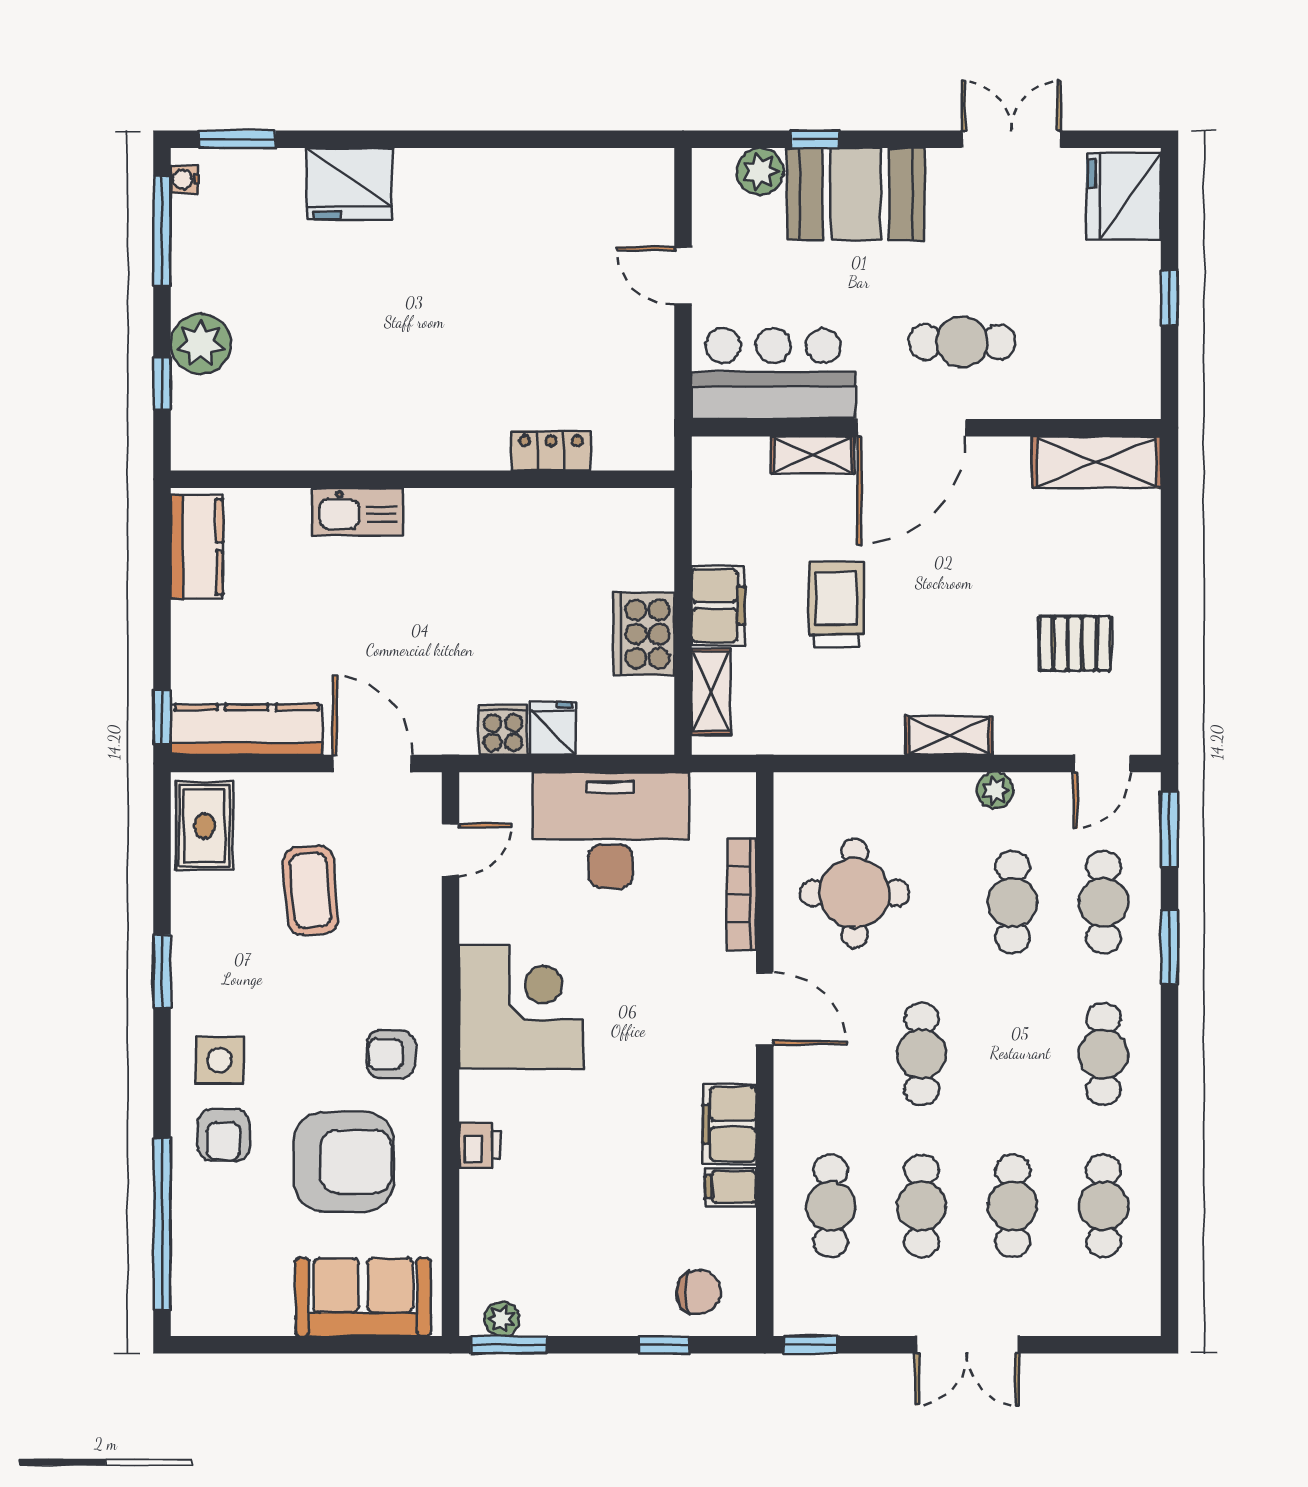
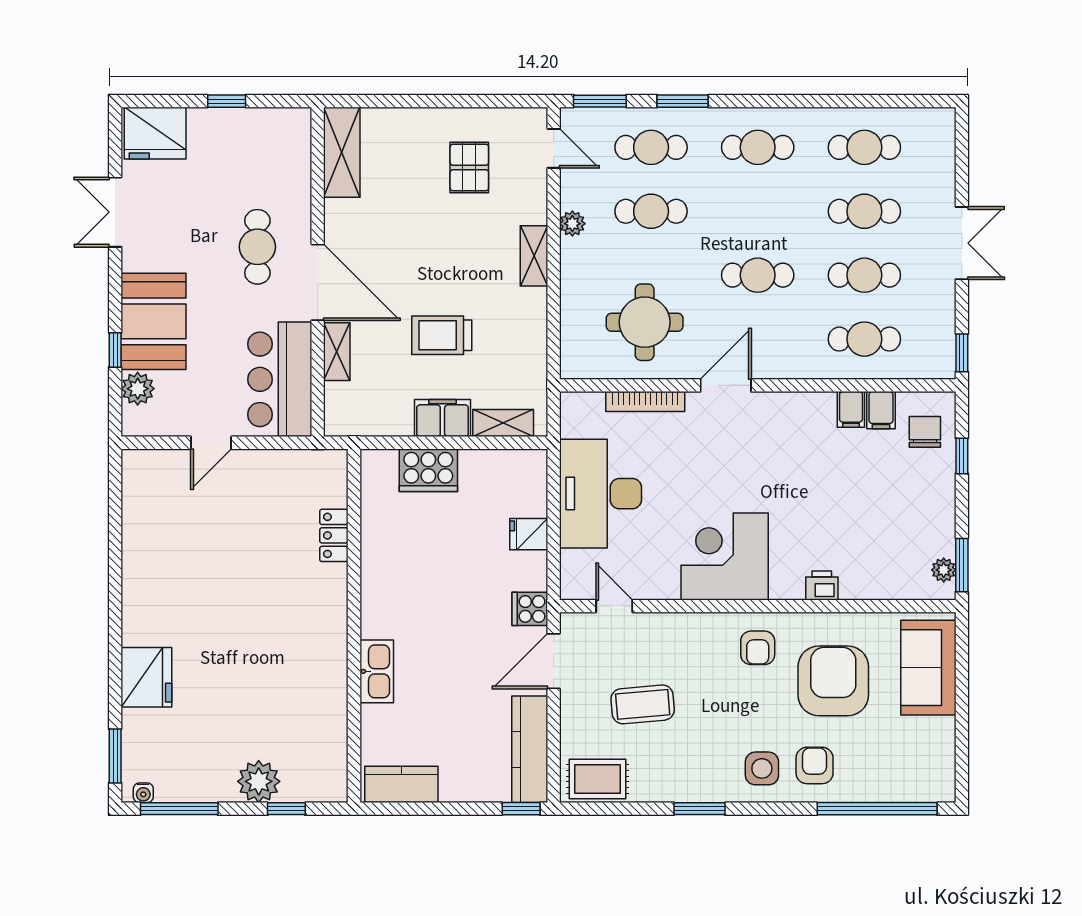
cooker: (644, 634) -> (428, 470), moved
cooker: (503, 730) -> (530, 609), moved
filing cabinet: (729, 1124) -> (881, 410), moved, width x0.50
armchair: (224, 1135) -> (815, 765), turned -90

